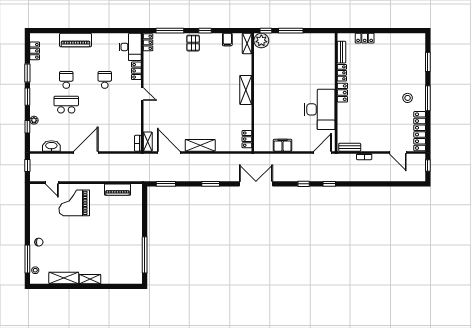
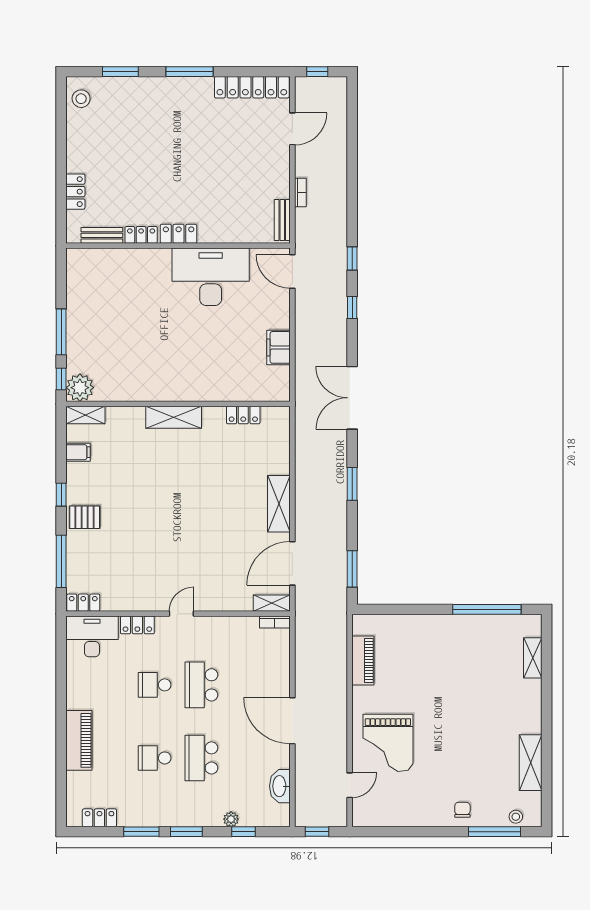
stool: (408, 98) -> (81, 99), moved
school desk: (105, 105) -> (201, 685), added
locker: (247, 139) -> (243, 415), moved
shelving: (90, 279) -> (533, 658), moved

